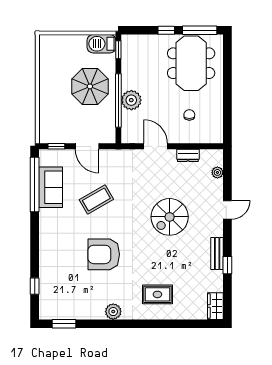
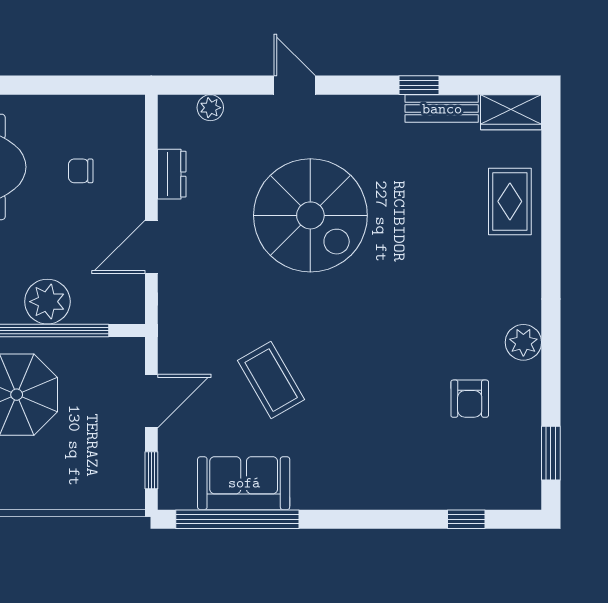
spiral stairs: (170, 217) -> (310, 215), width x1.37, depth x1.37
armchair: (104, 254) -> (470, 399), moved, width x0.53, depth x0.53
bench: (217, 254) -> (442, 109), moved
rug: (157, 294) -> (510, 201), moved

